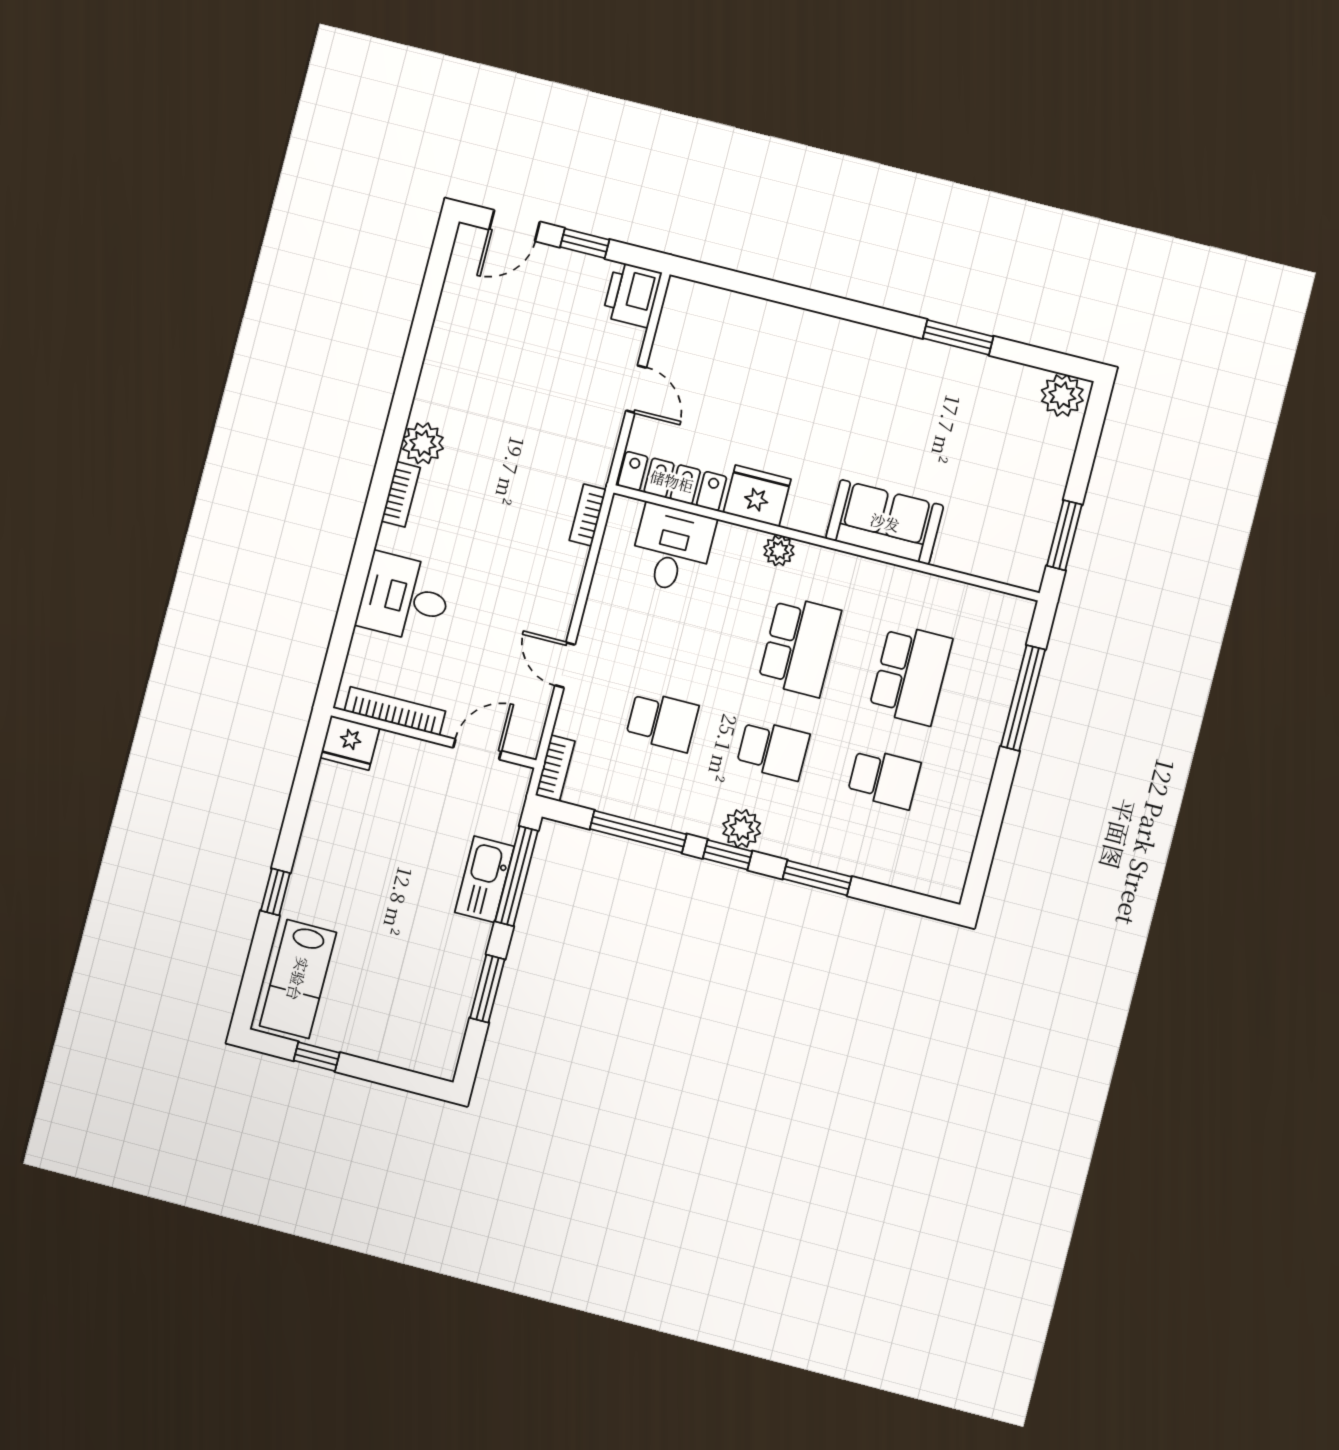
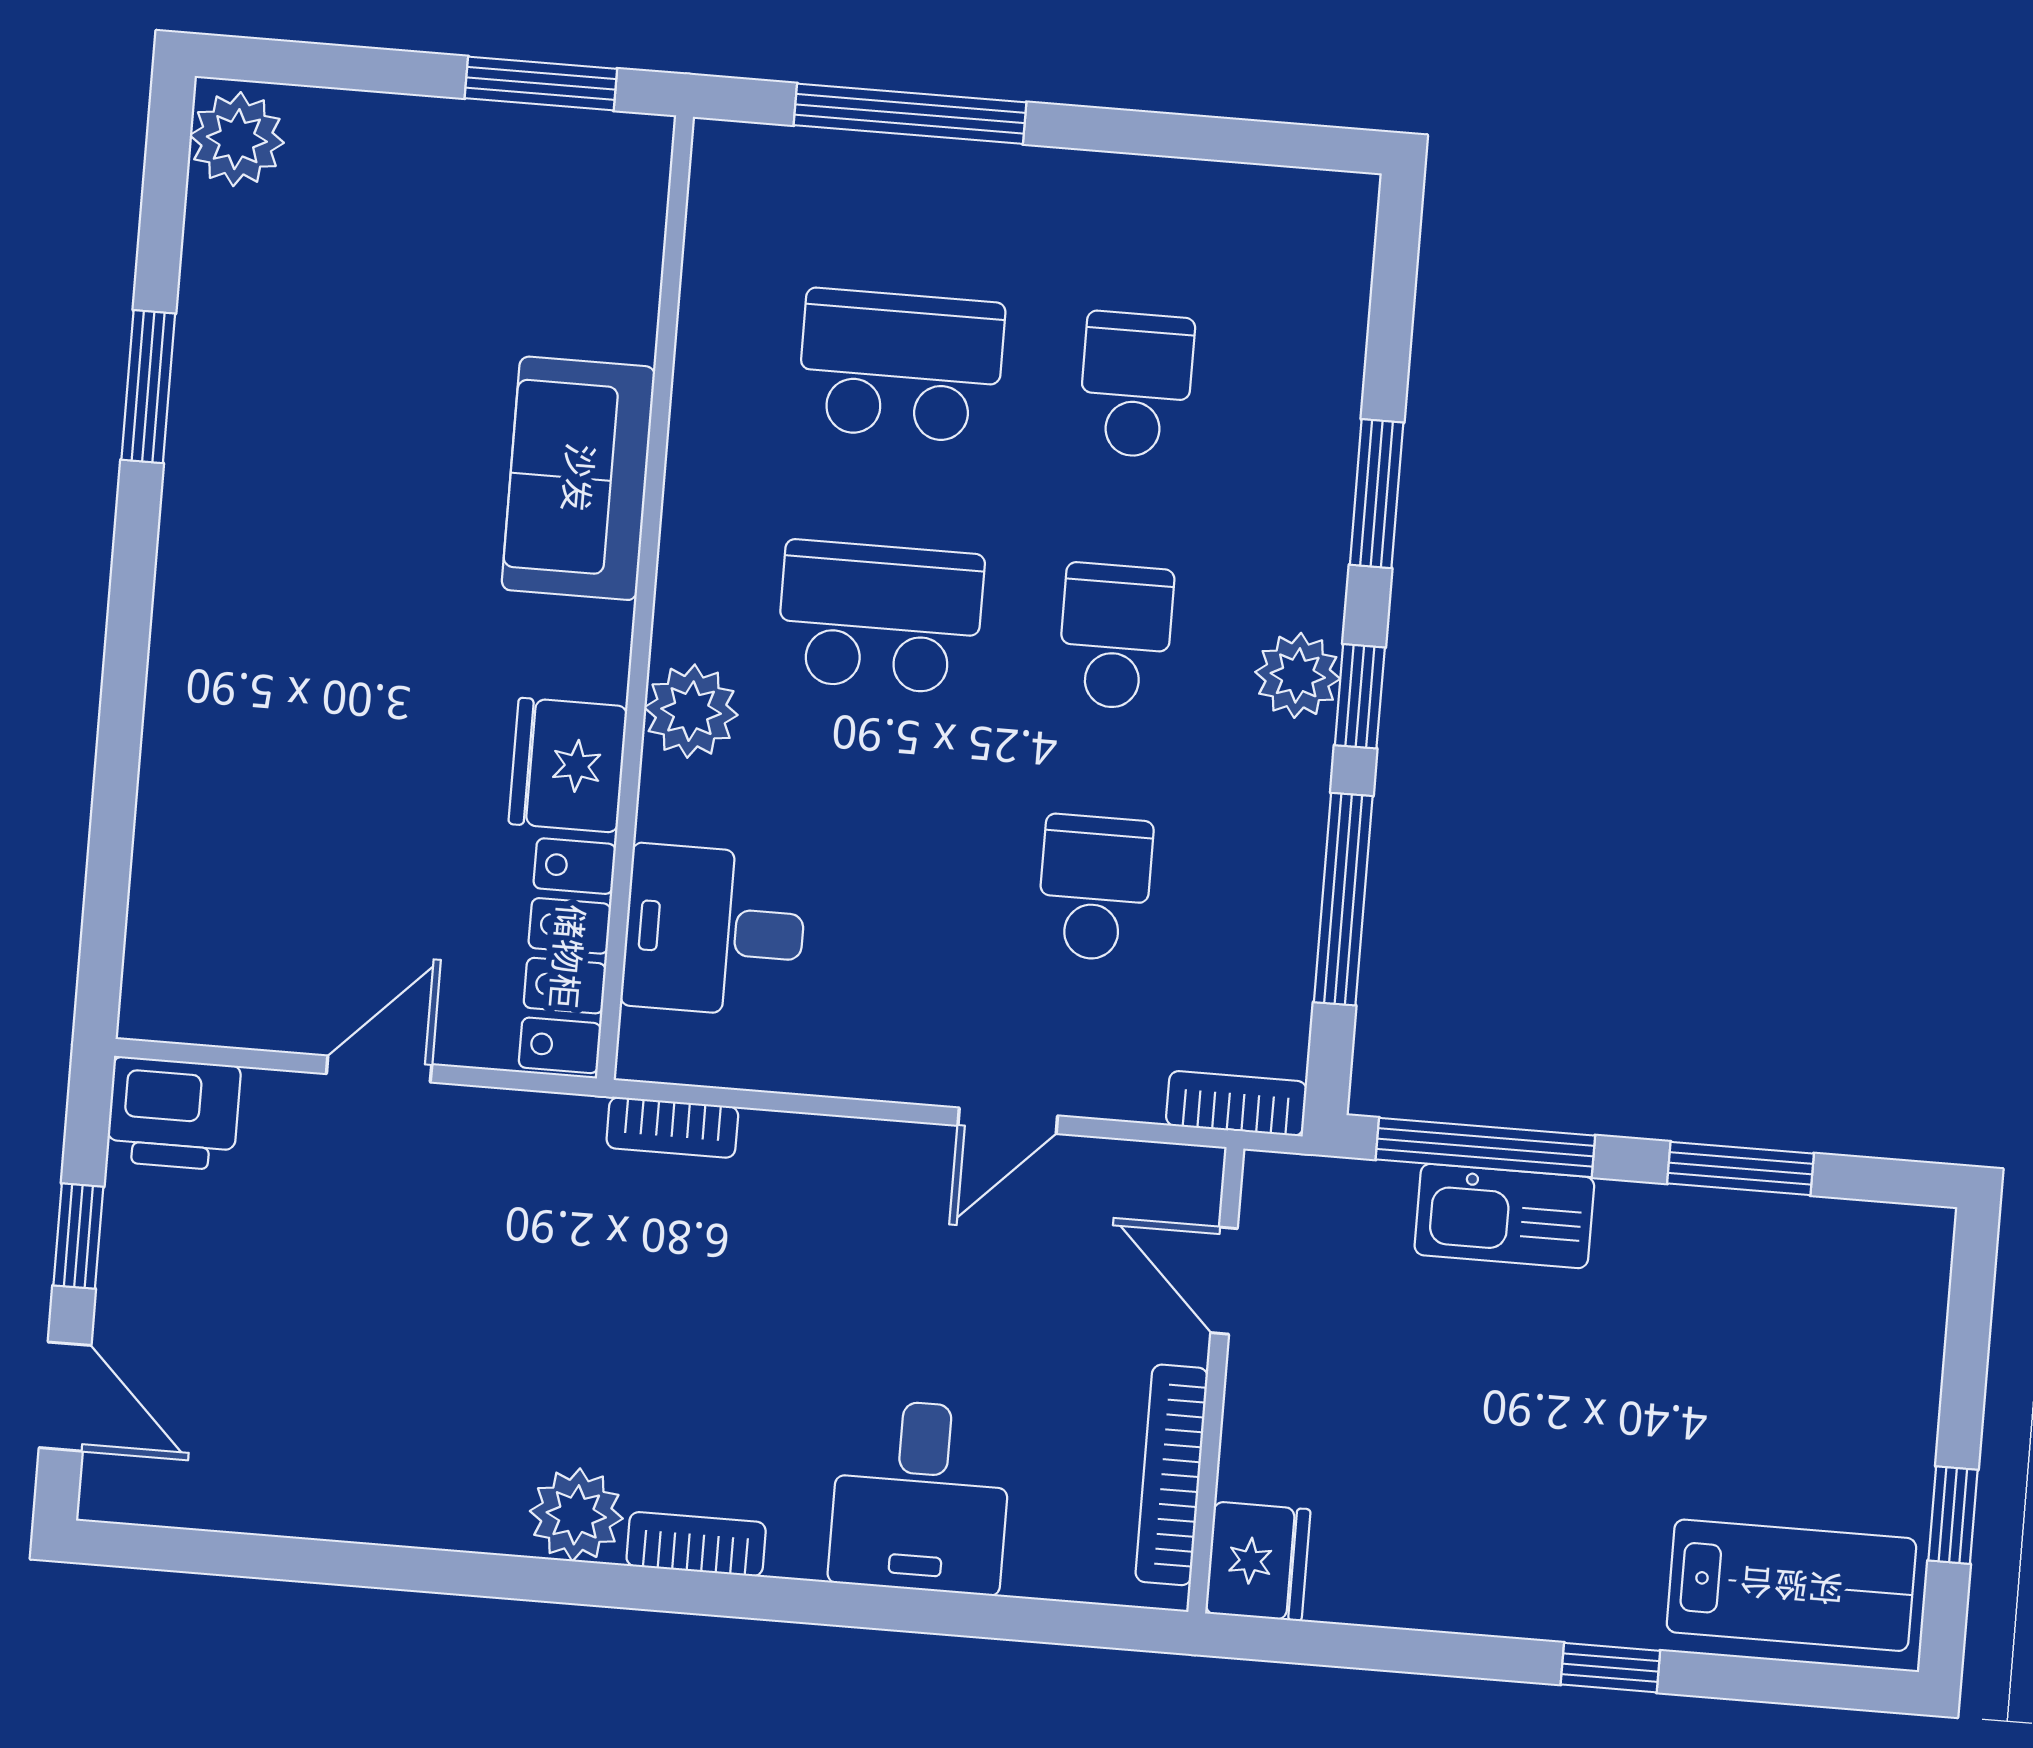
plant: (779, 551) -> (691, 711), width x1.38, depth x1.38

